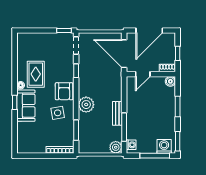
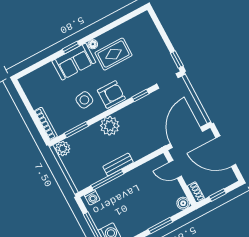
armchair: (64, 91) -> (111, 94), turned 180
plant: (116, 147) -> (63, 149), moved

